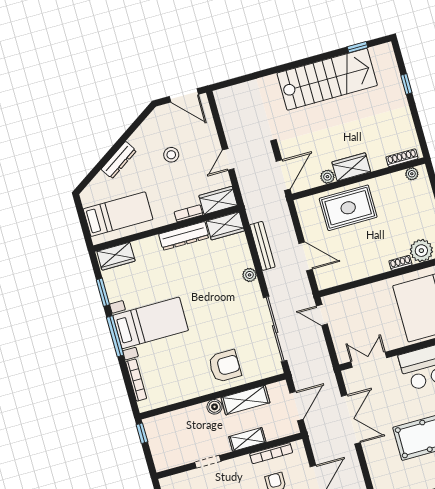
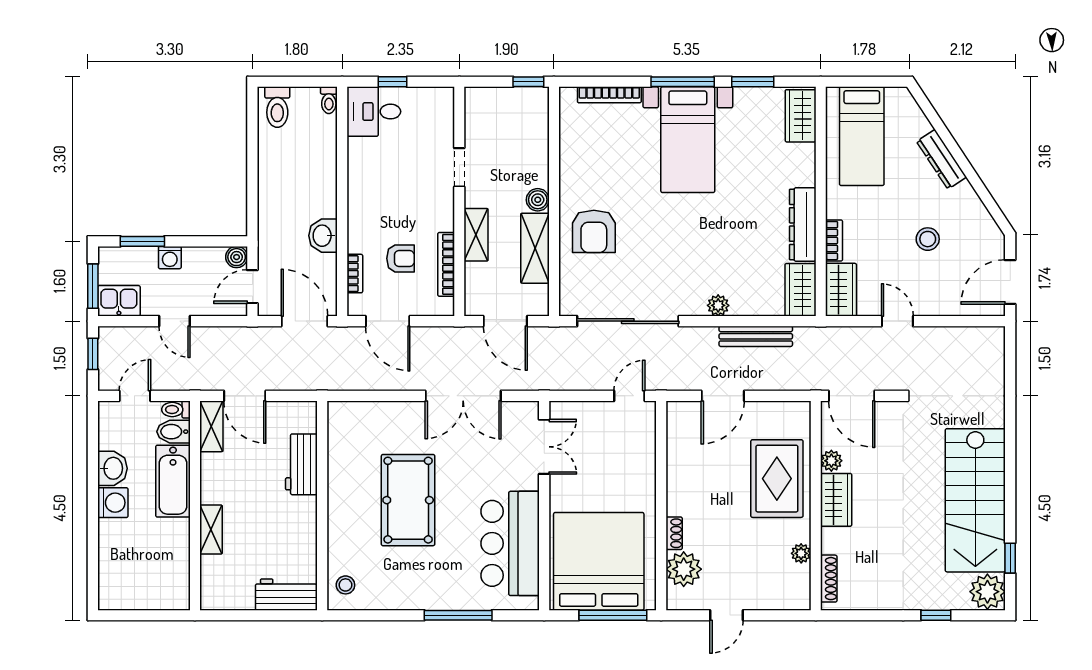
plant: (383, 56) -> (987, 592), added
plant: (412, 174) -> (801, 553), moved

